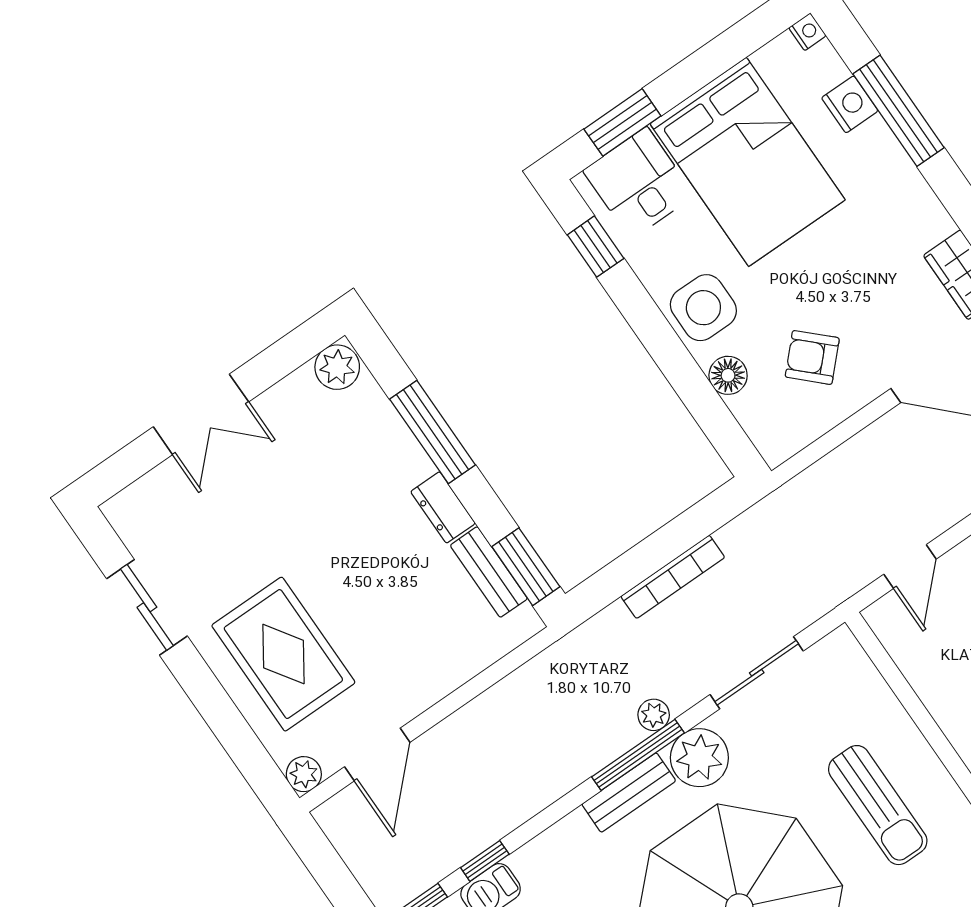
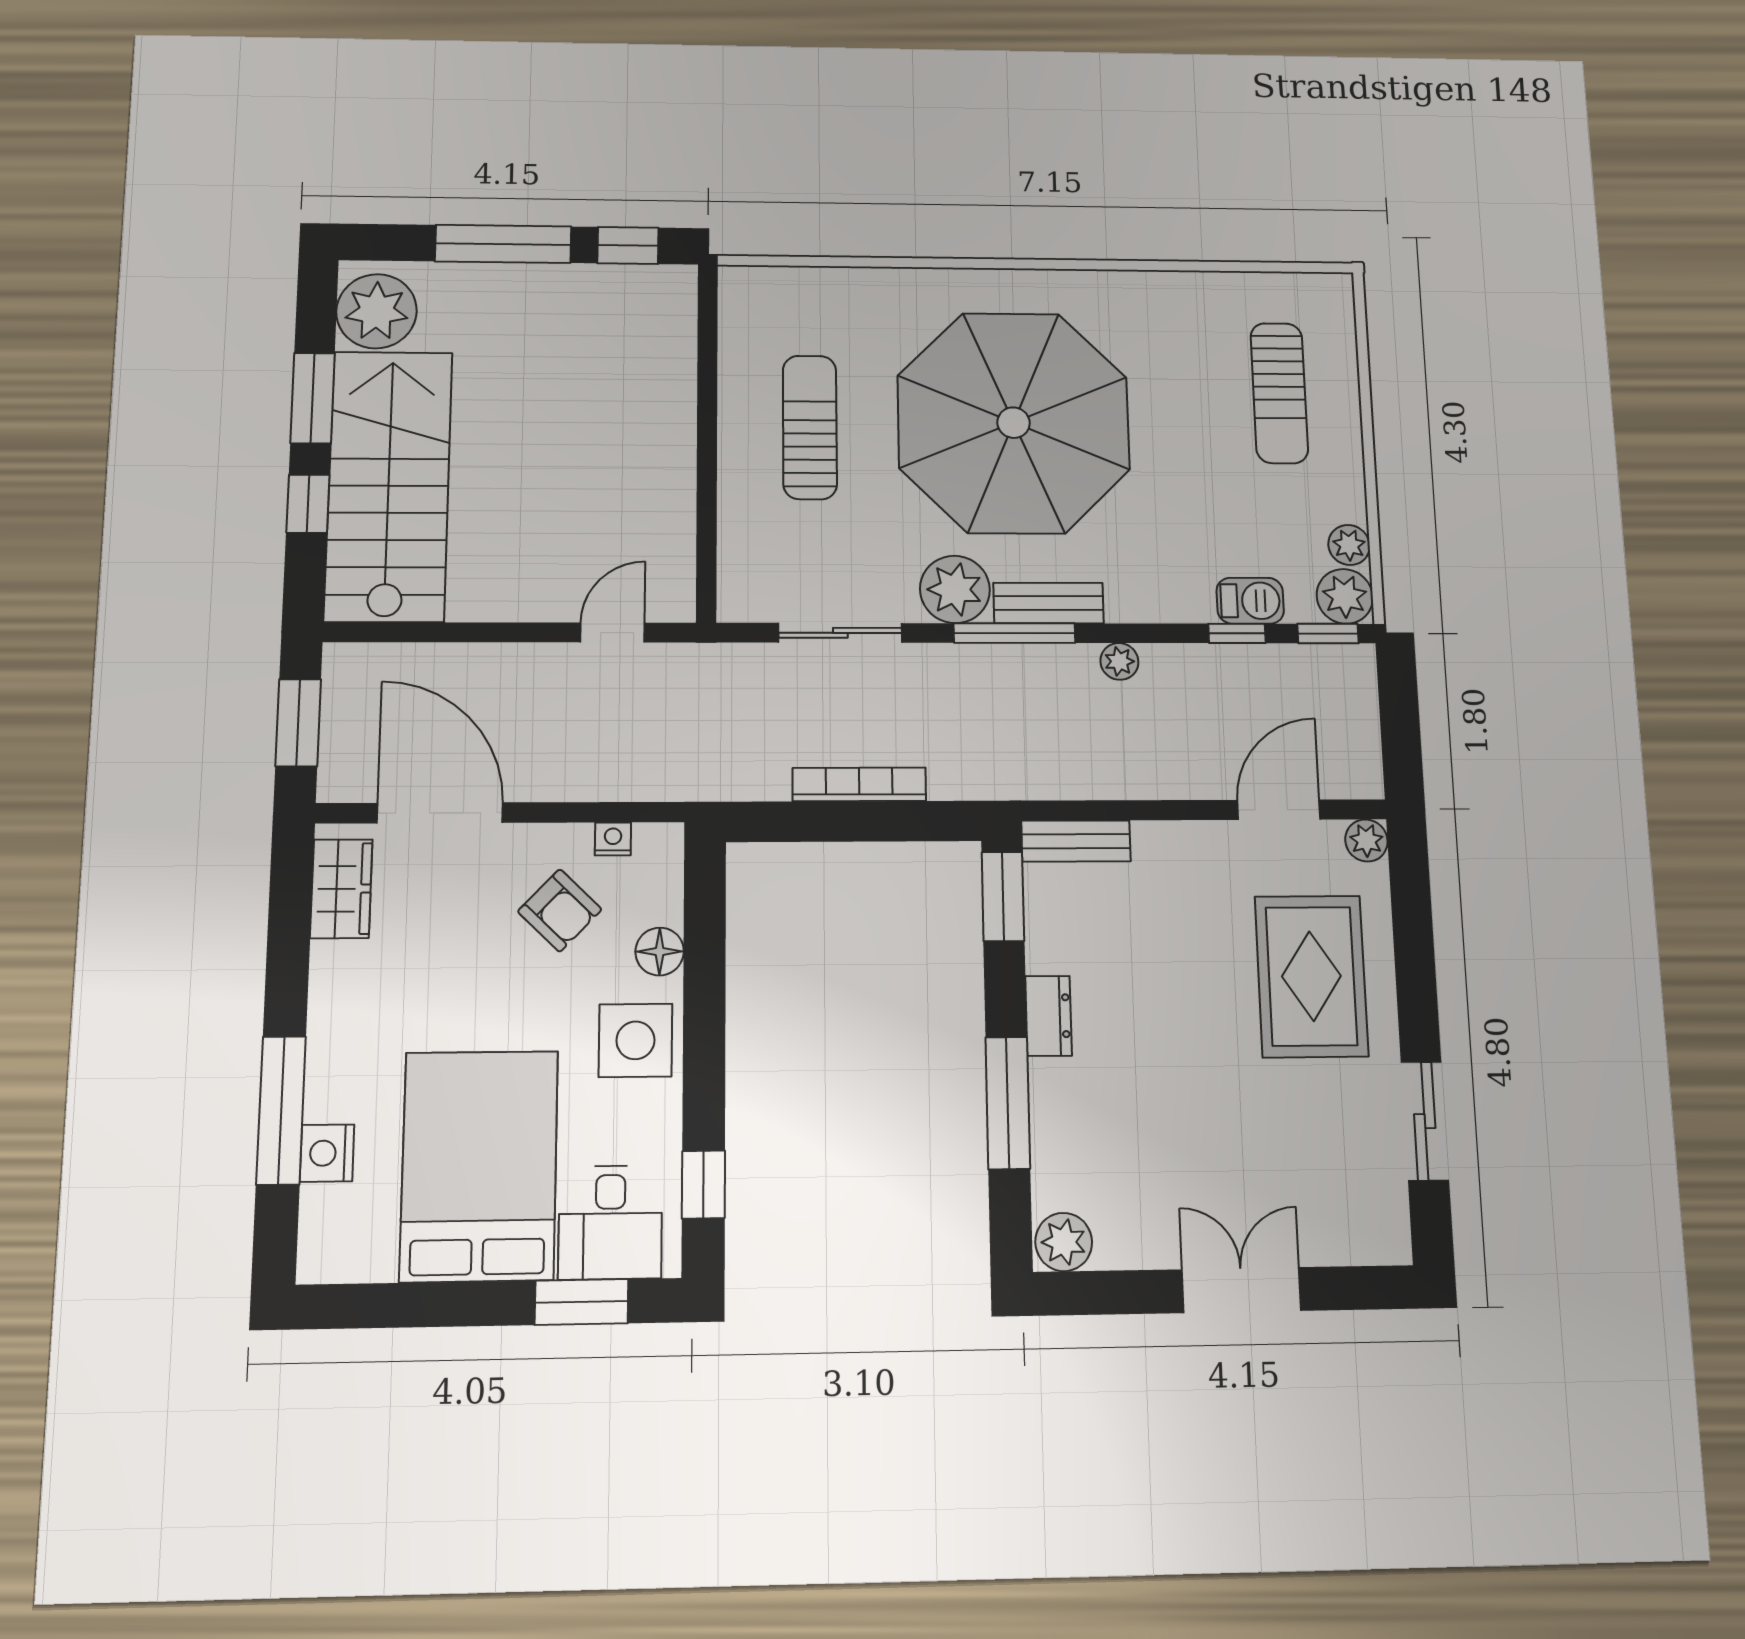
nightstand: (807, 32) -> (613, 839), moved, turned 90
bench: (489, 572) -> (1076, 841), moved, turned 90
plant: (654, 715) -> (1119, 661), moved

